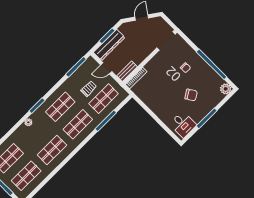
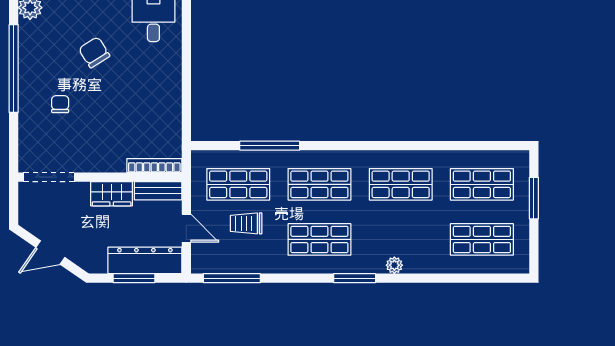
wardrobe: (141, 56) -> (112, 194), added

